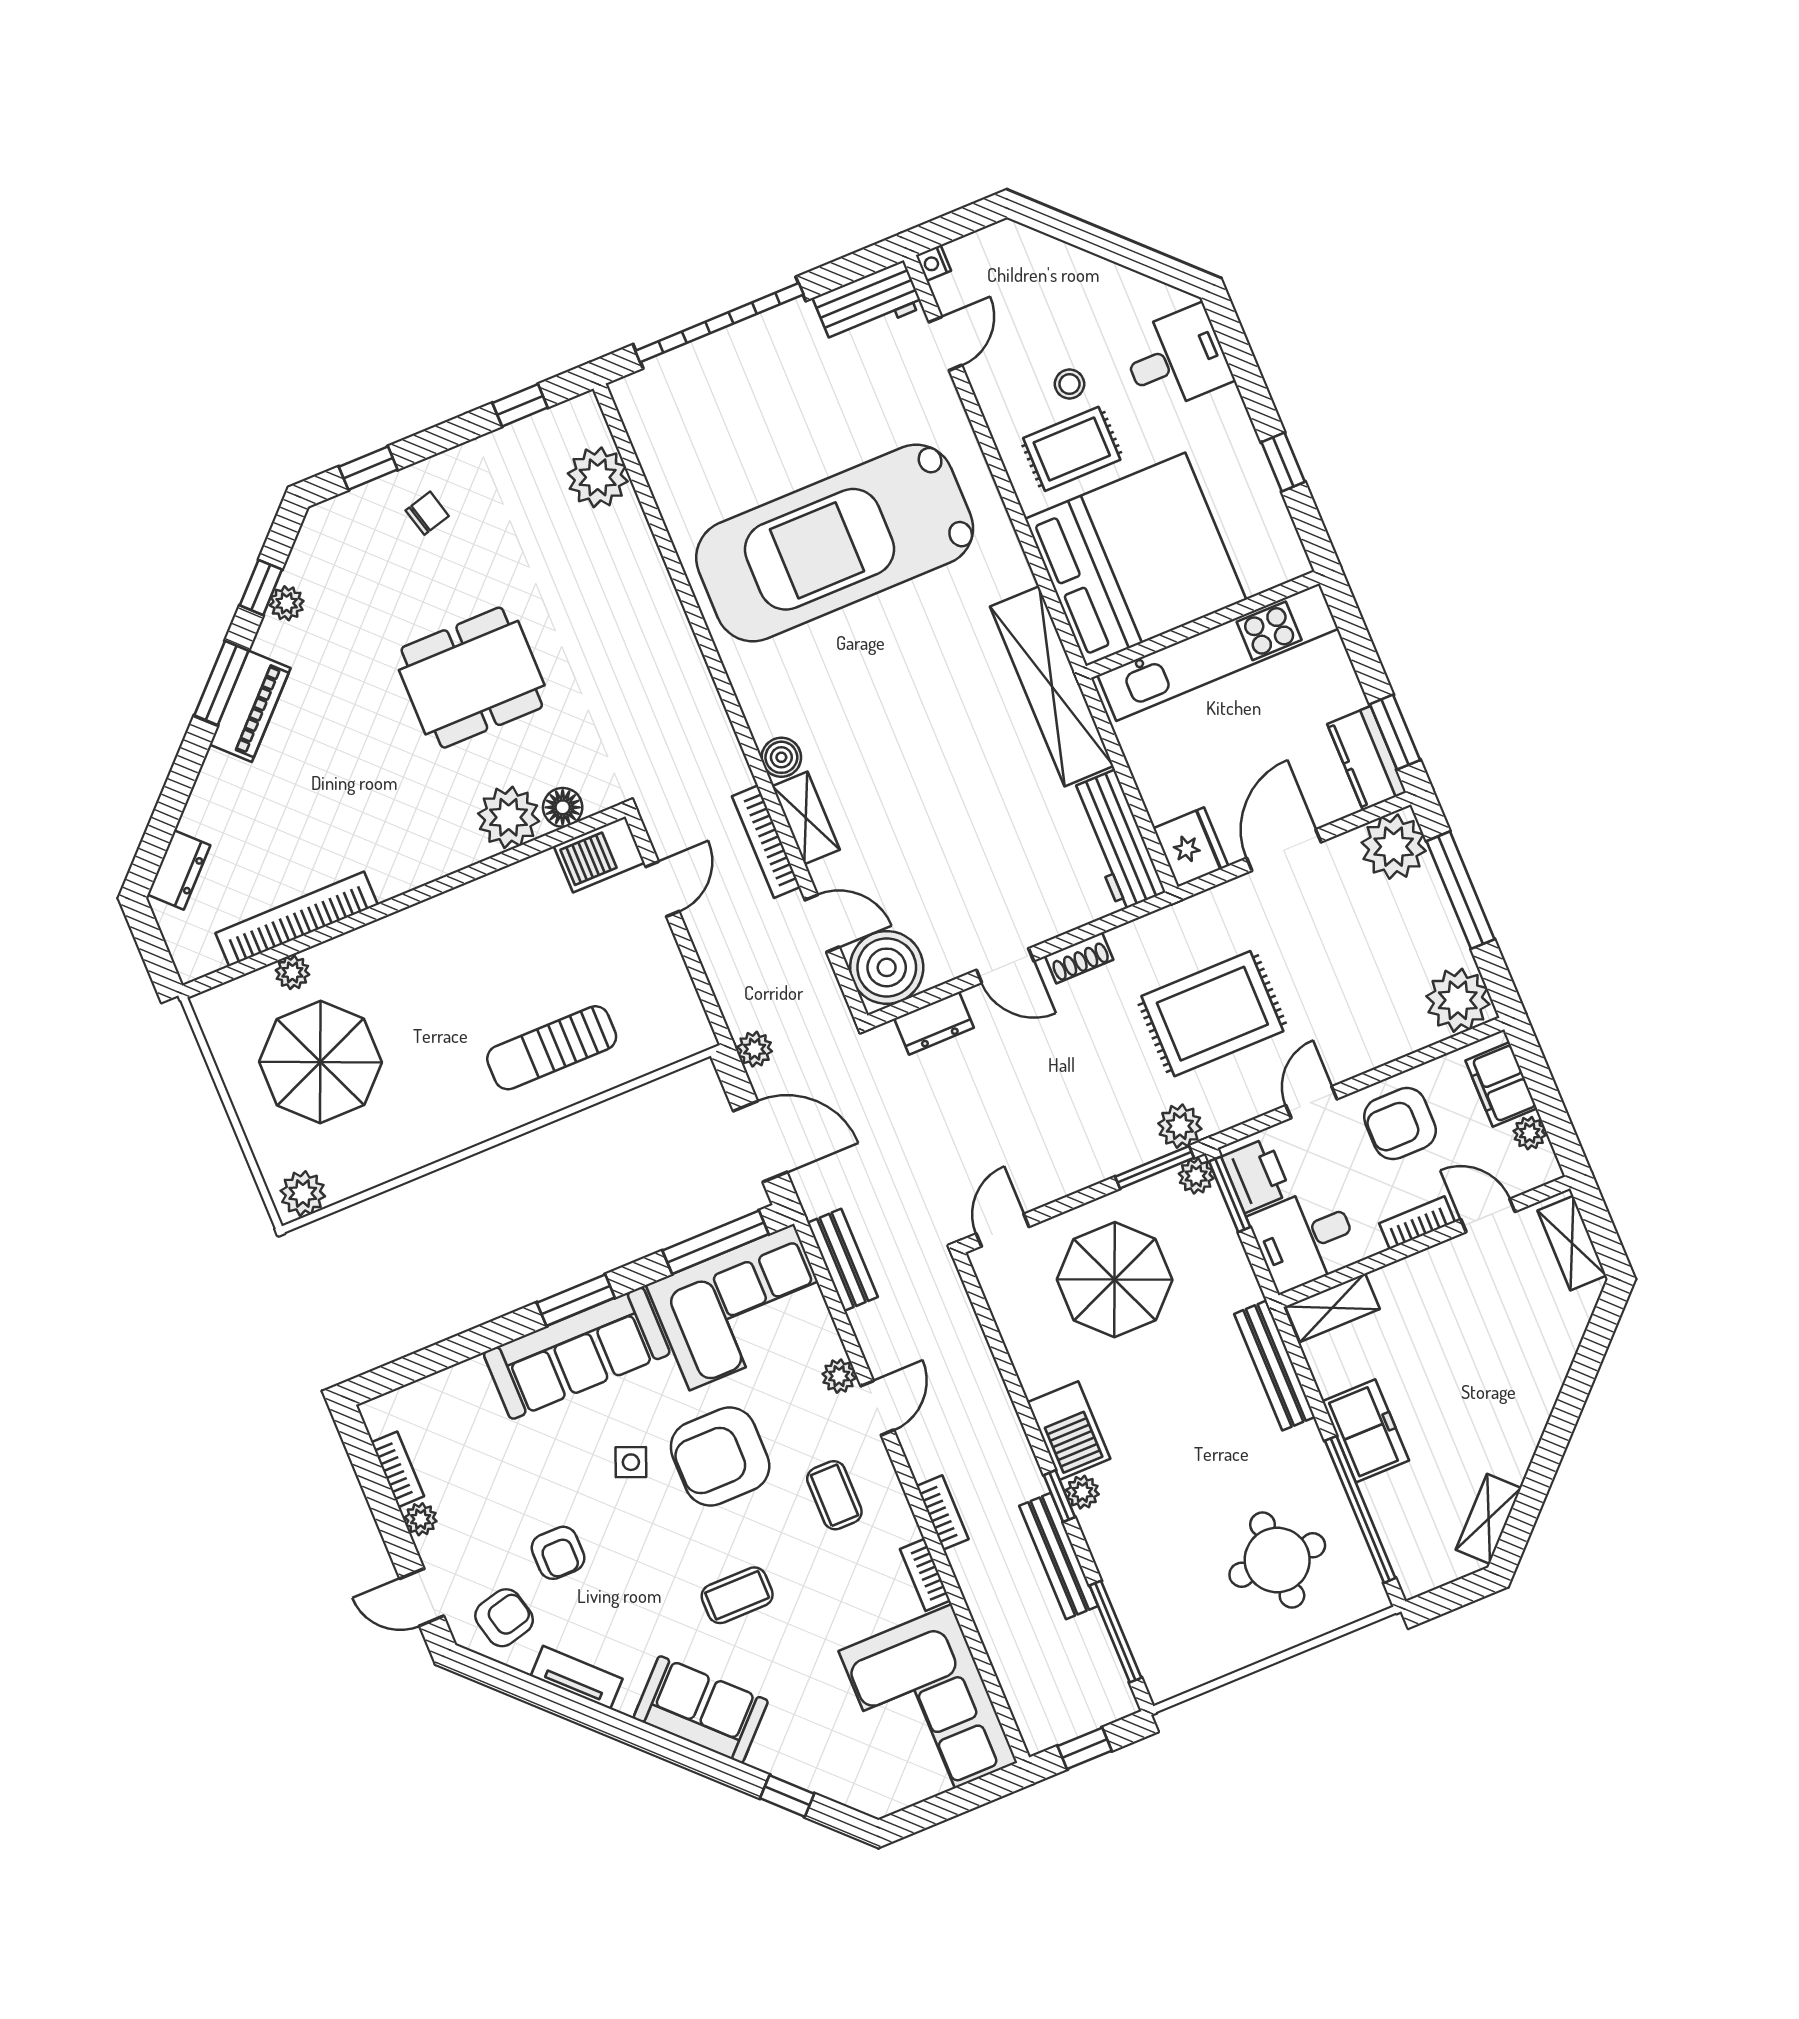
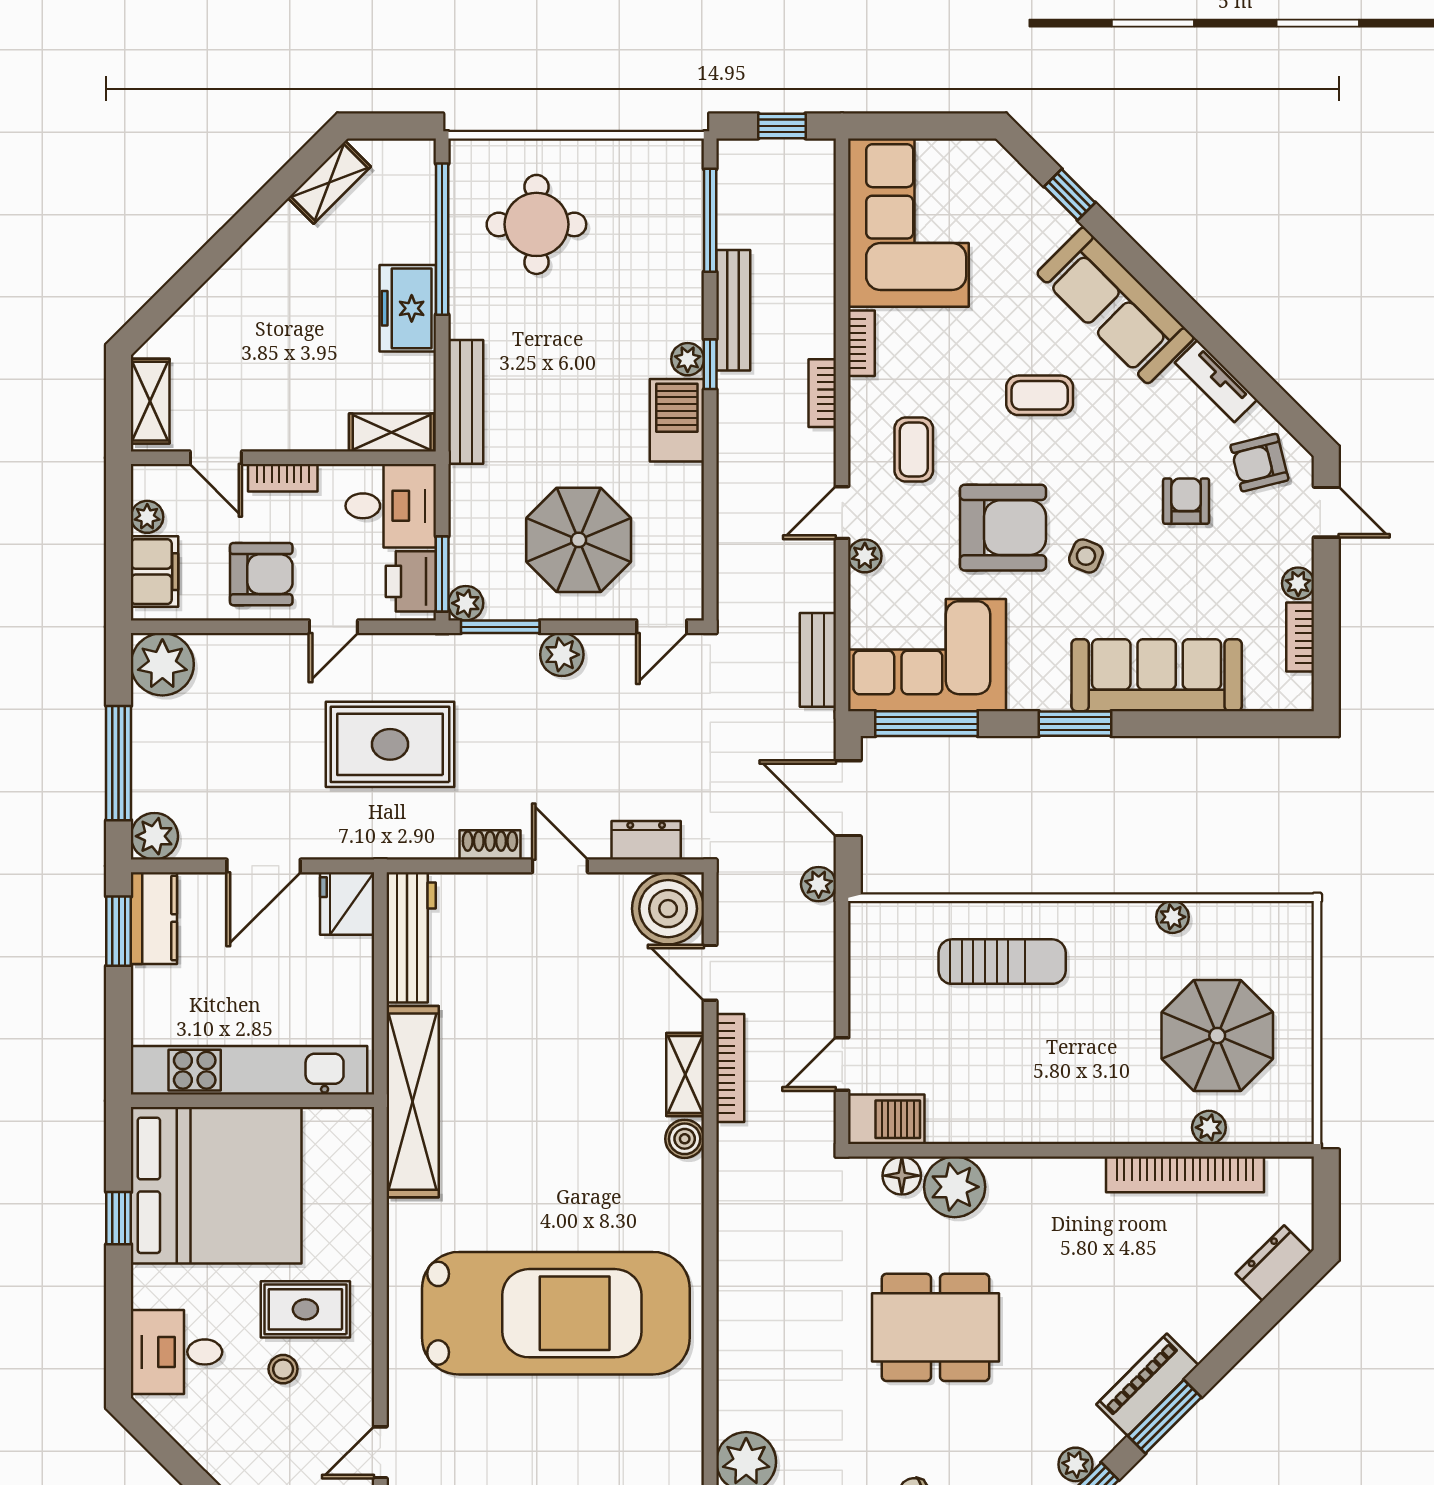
bed: (1136, 559) -> (216, 1185), moved, turned 180
plant: (1394, 847) -> (154, 836), width x0.73, depth x0.73
plant: (1180, 1126) -> (562, 655), moved
plant: (303, 1193) -> (1172, 917), moved, width x0.73, depth x0.73
sofa: (577, 1353) -> (1157, 675), moved
sofa: (701, 1709) -> (1115, 305), width x1.36

